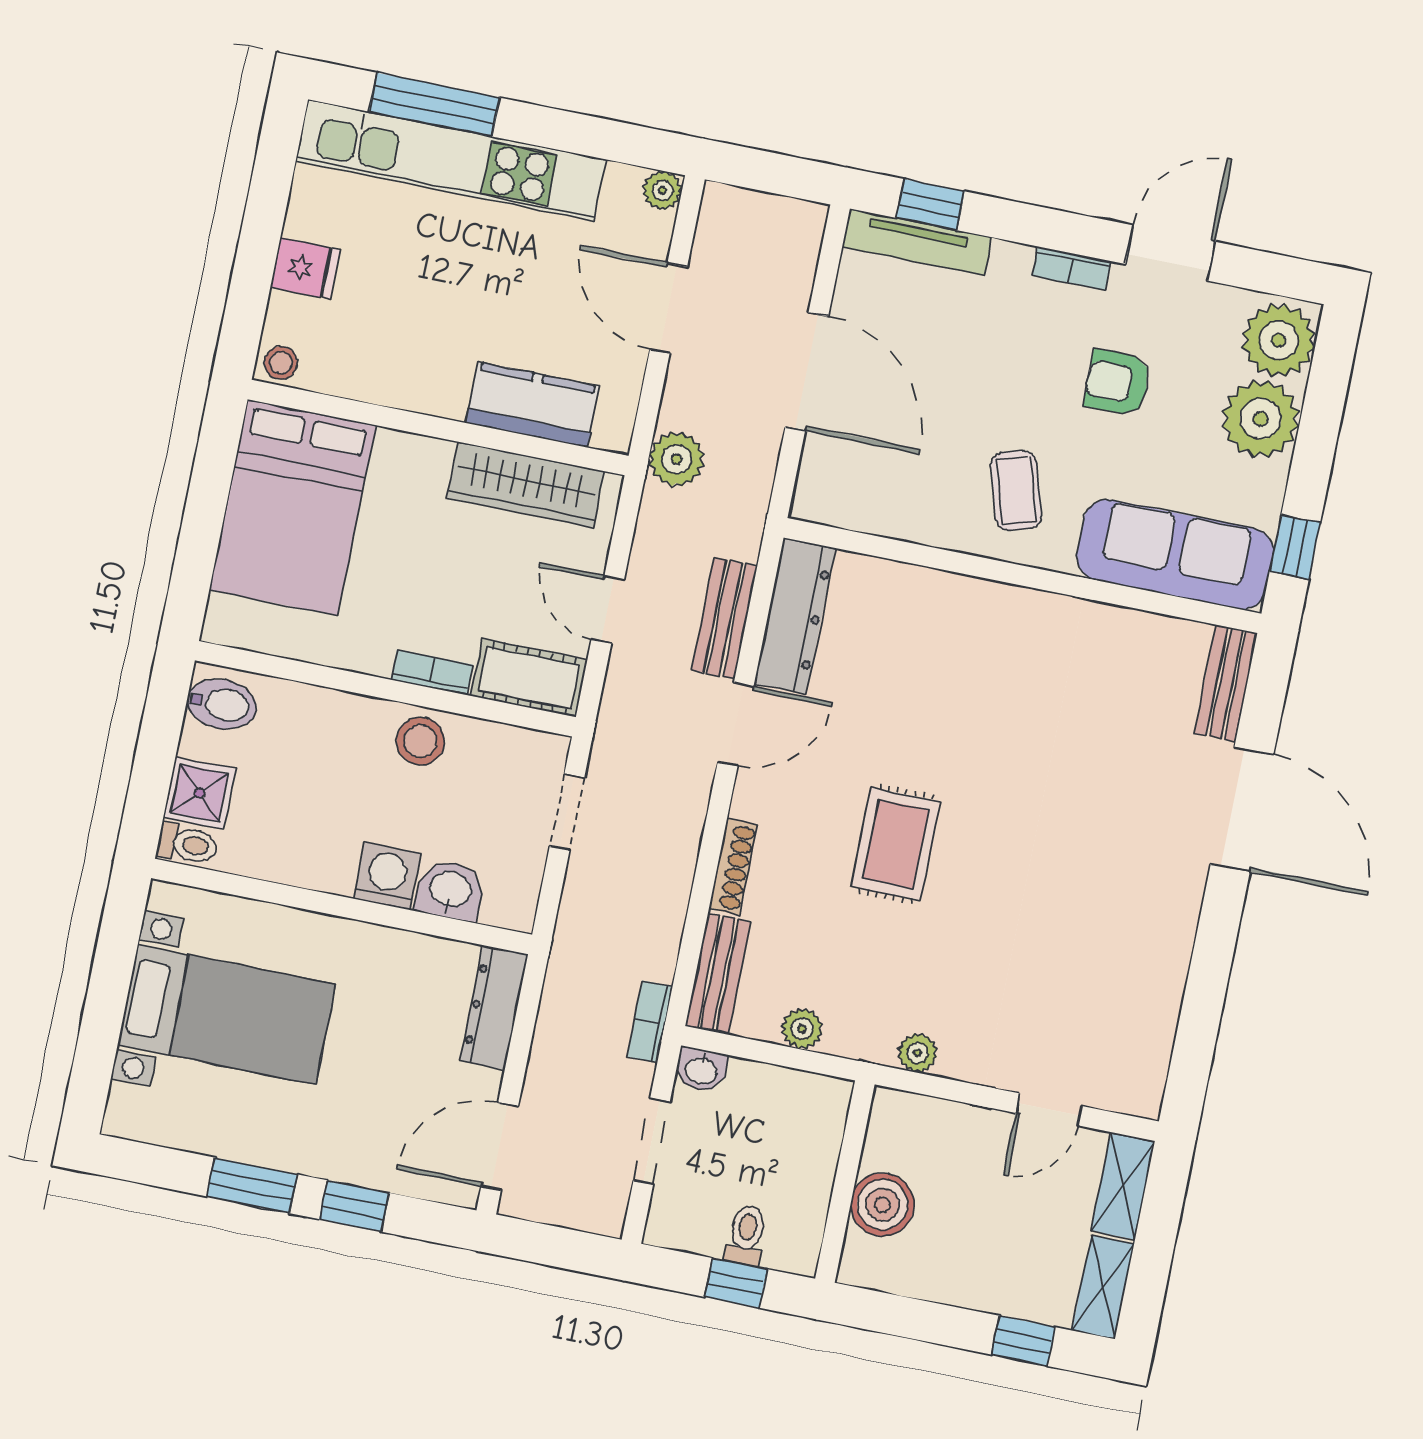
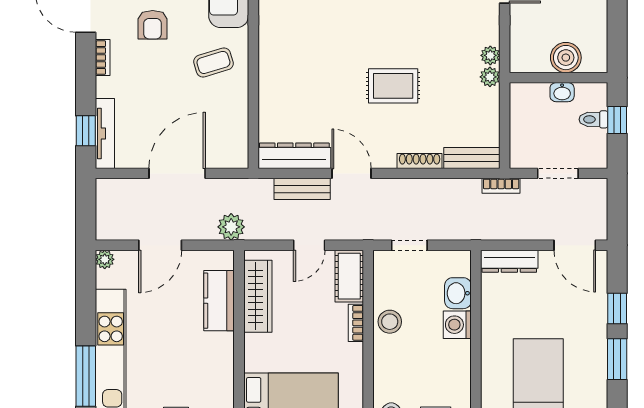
plant: (802, 1029) -> (490, 77), moved
washbasin: (701, 1070) -> (562, 92), moved, turned 90

